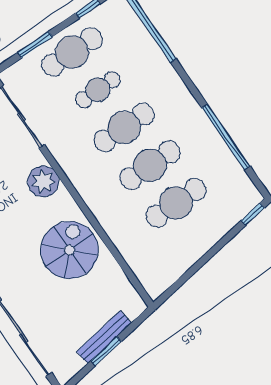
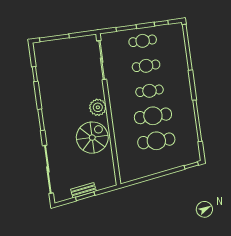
cafe table: (72, 52) -> (143, 41), width x0.73, depth x0.74
cafe table: (124, 127) -> (149, 91), width x0.73, depth x0.74
plant: (43, 181) -> (98, 107), moved
bench: (104, 337) -> (83, 190), width x0.73

